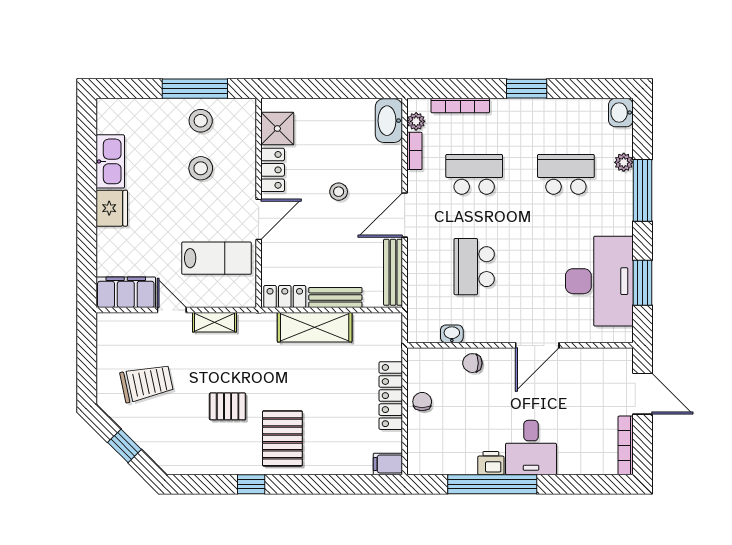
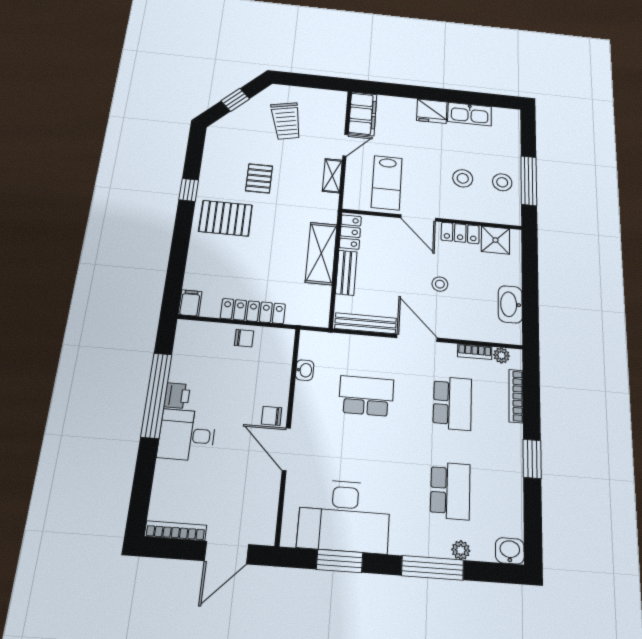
washbasin: (389, 121) -> (510, 304), moved, turned -90
chair: (472, 363) -> (272, 416), moved, turned -90

